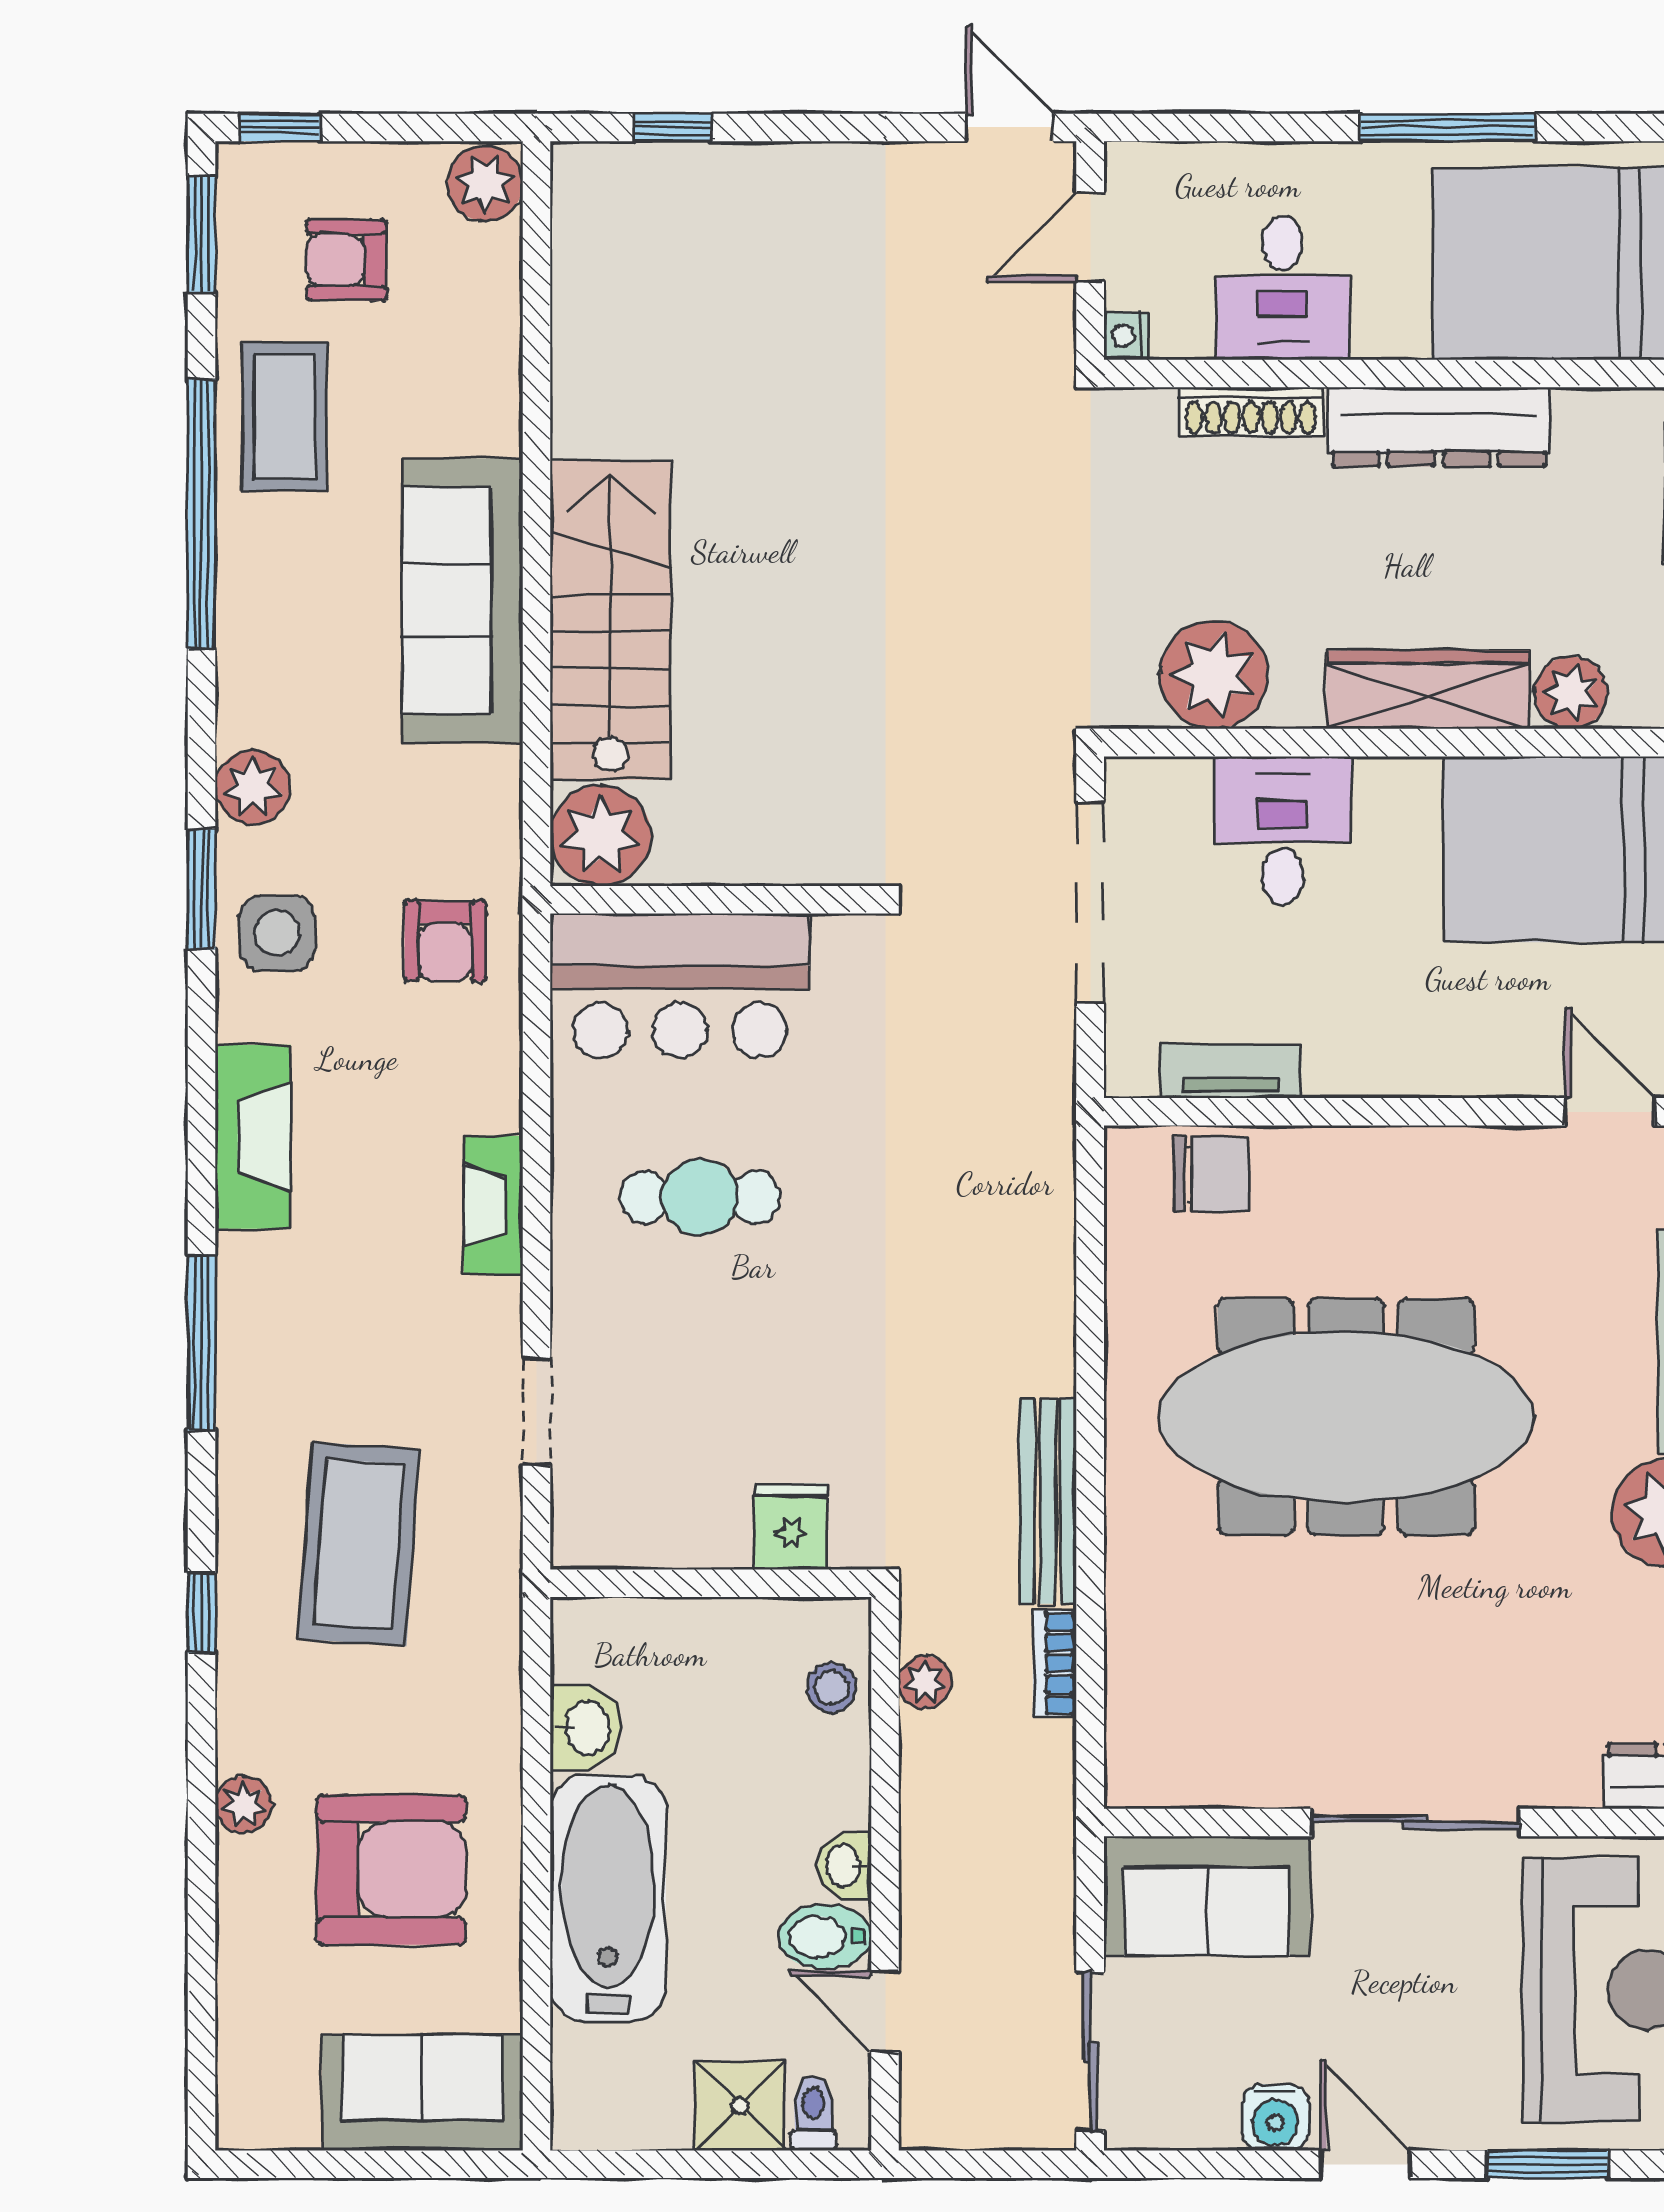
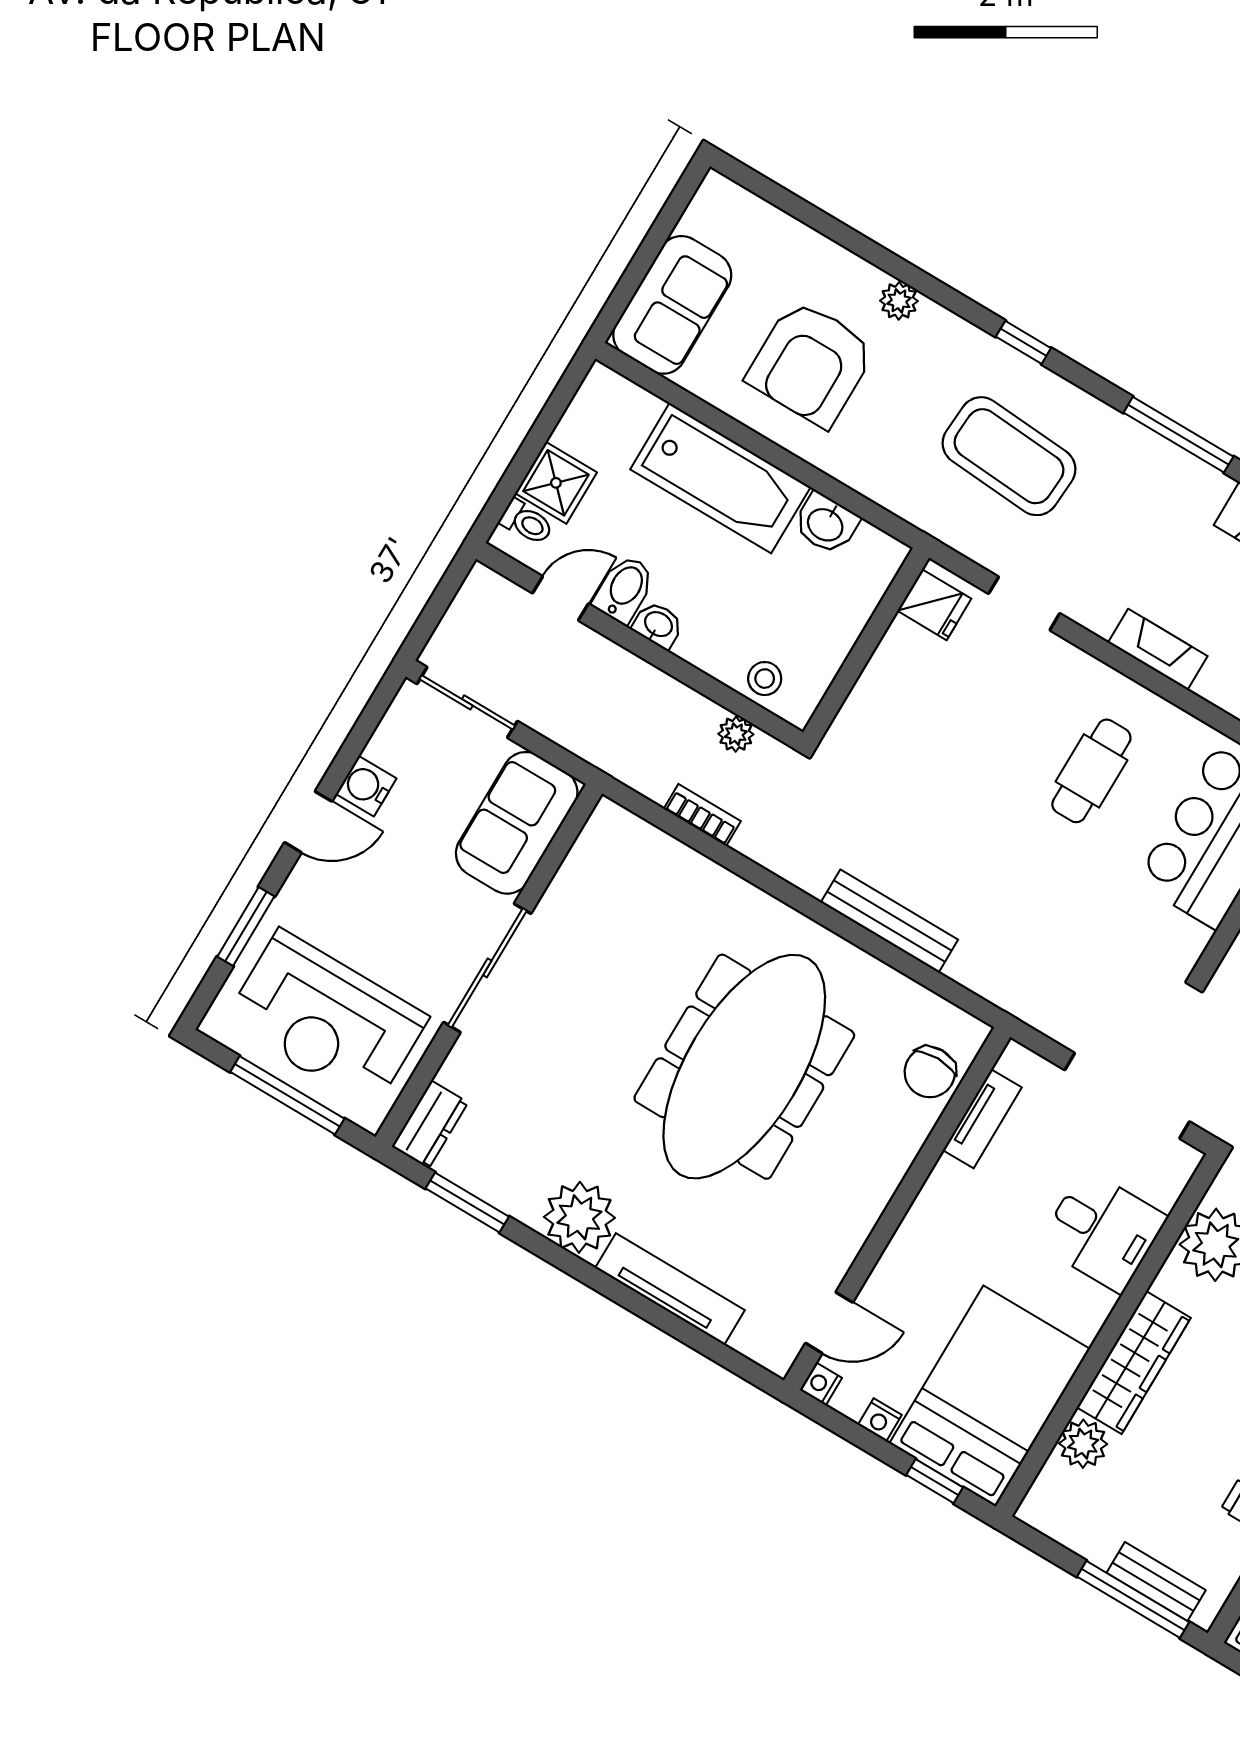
bench: (1048, 1501) -> (889, 921), moved
fridge: (791, 1526) -> (934, 605), moved

